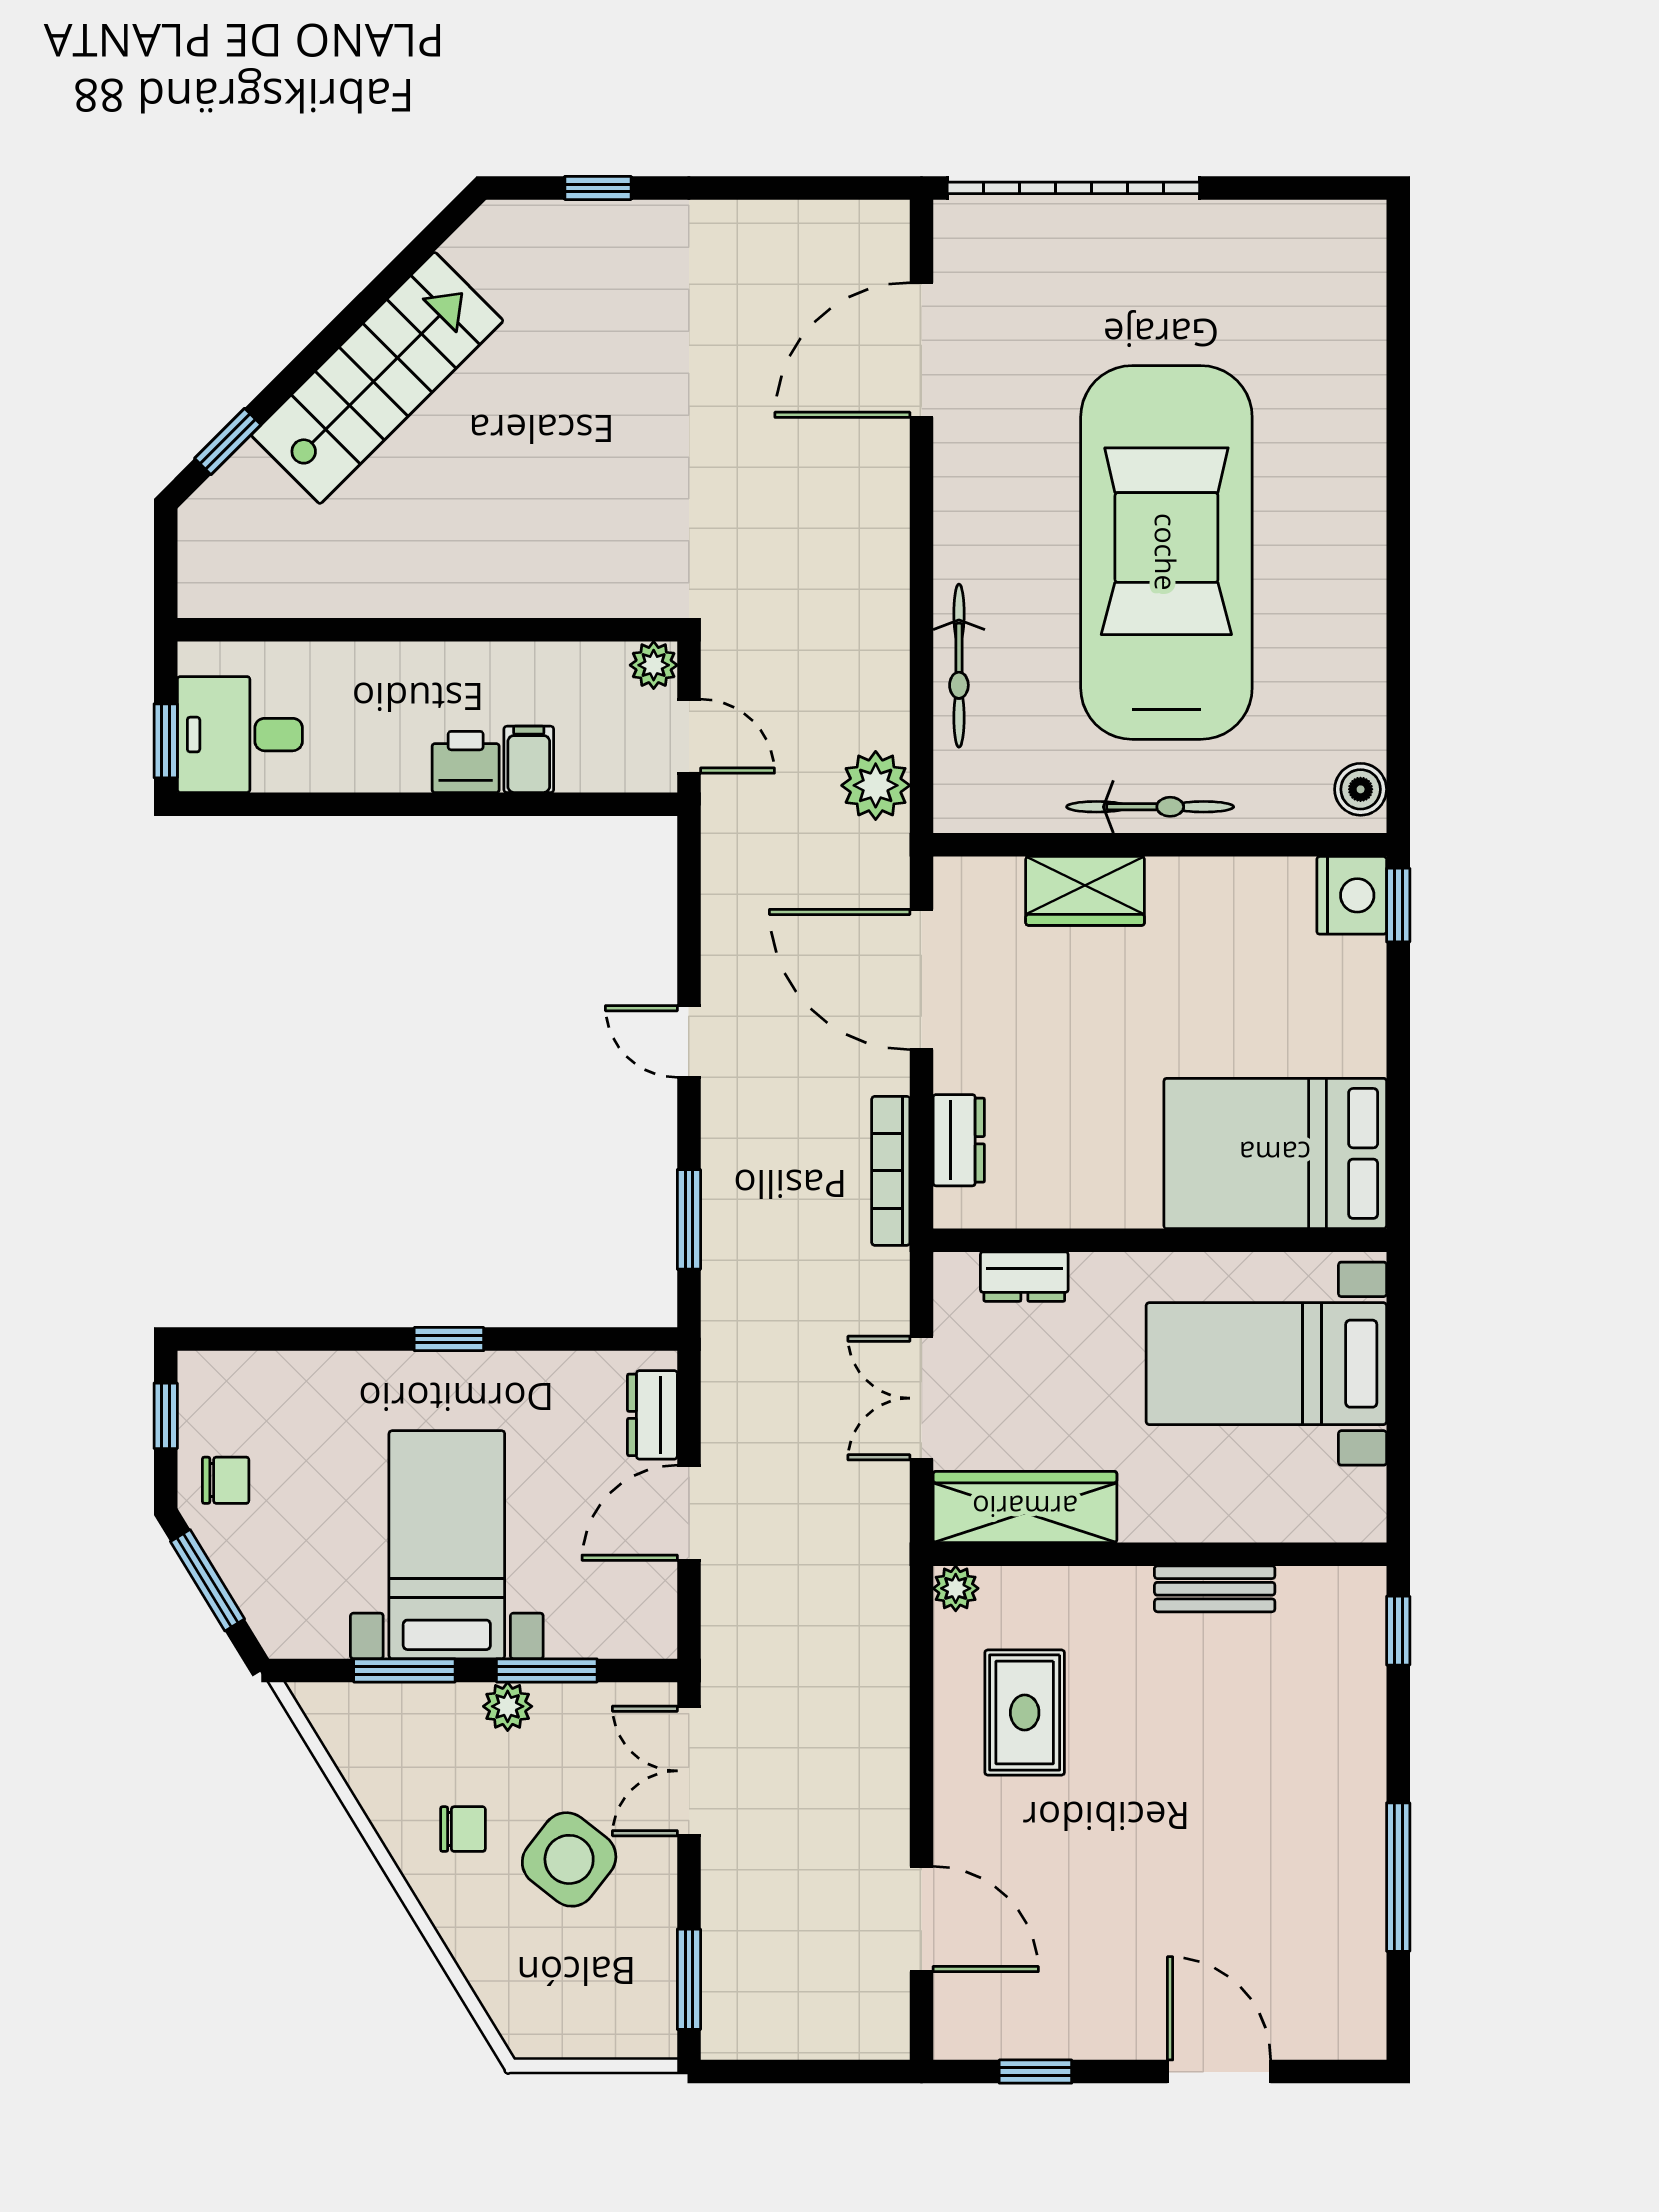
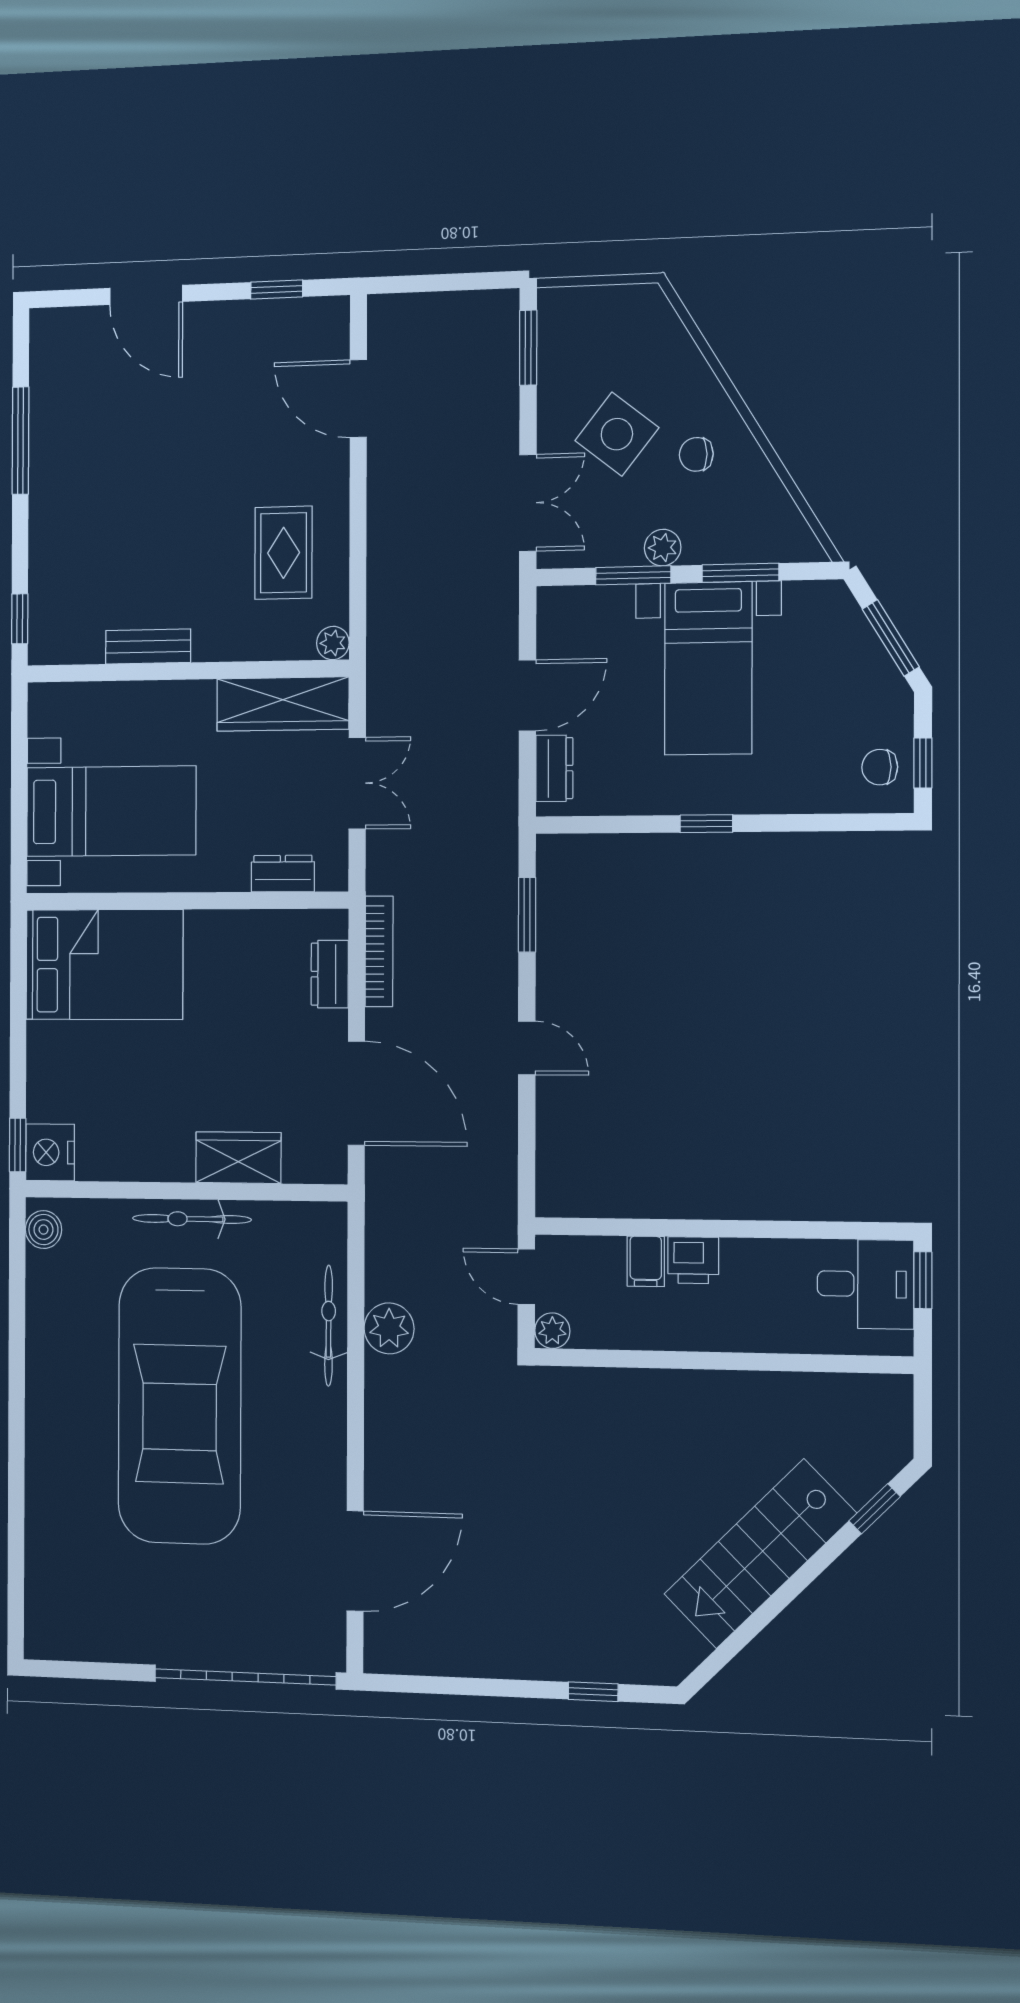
plant: (876, 785) -> (389, 1328), moved
chair: (226, 1480) -> (880, 767), moved

